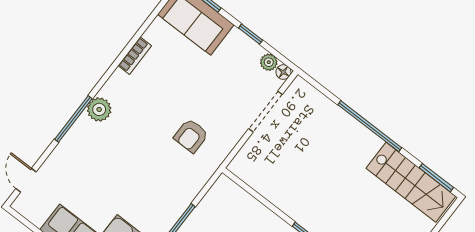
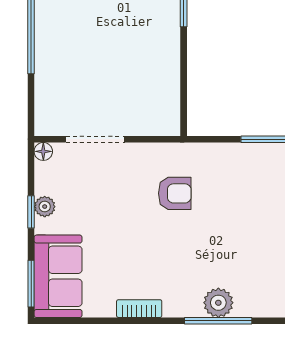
plant: (269, 62) -> (45, 207), moved
window: (73, 119) -> (218, 321), moved

